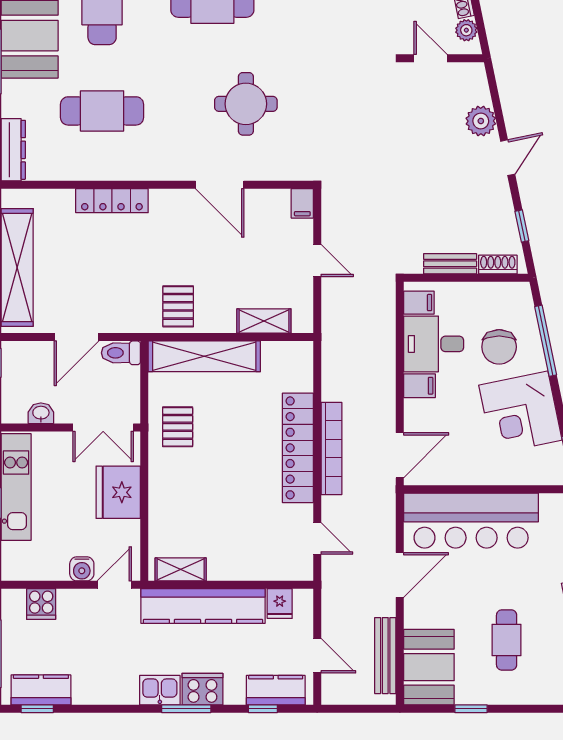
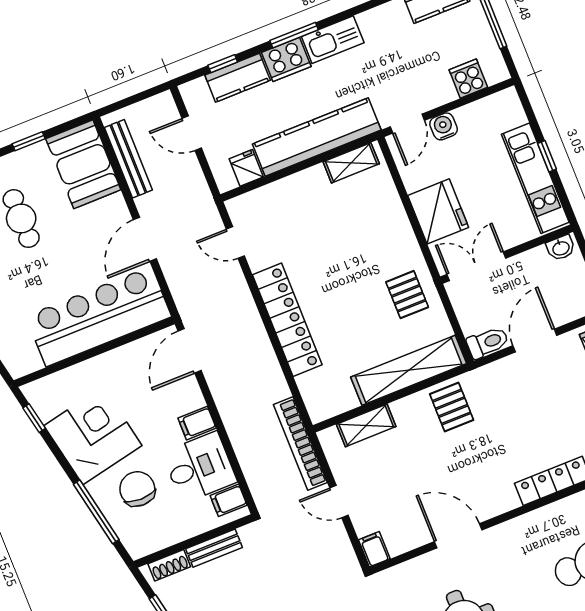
washbasin: (41, 413) -> (561, 248), moved
bookcase: (332, 448) -> (300, 444), moved
kitchen sink: (160, 690) -> (333, 40), width x1.38
kitchen counter: (276, 690) -> (238, 78), moved

